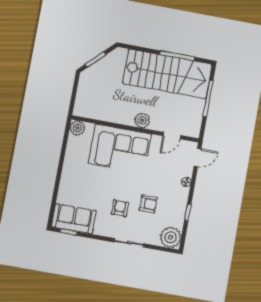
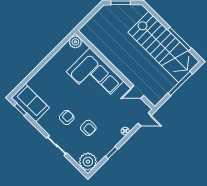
plant: (142, 120) -> (124, 67), removed

